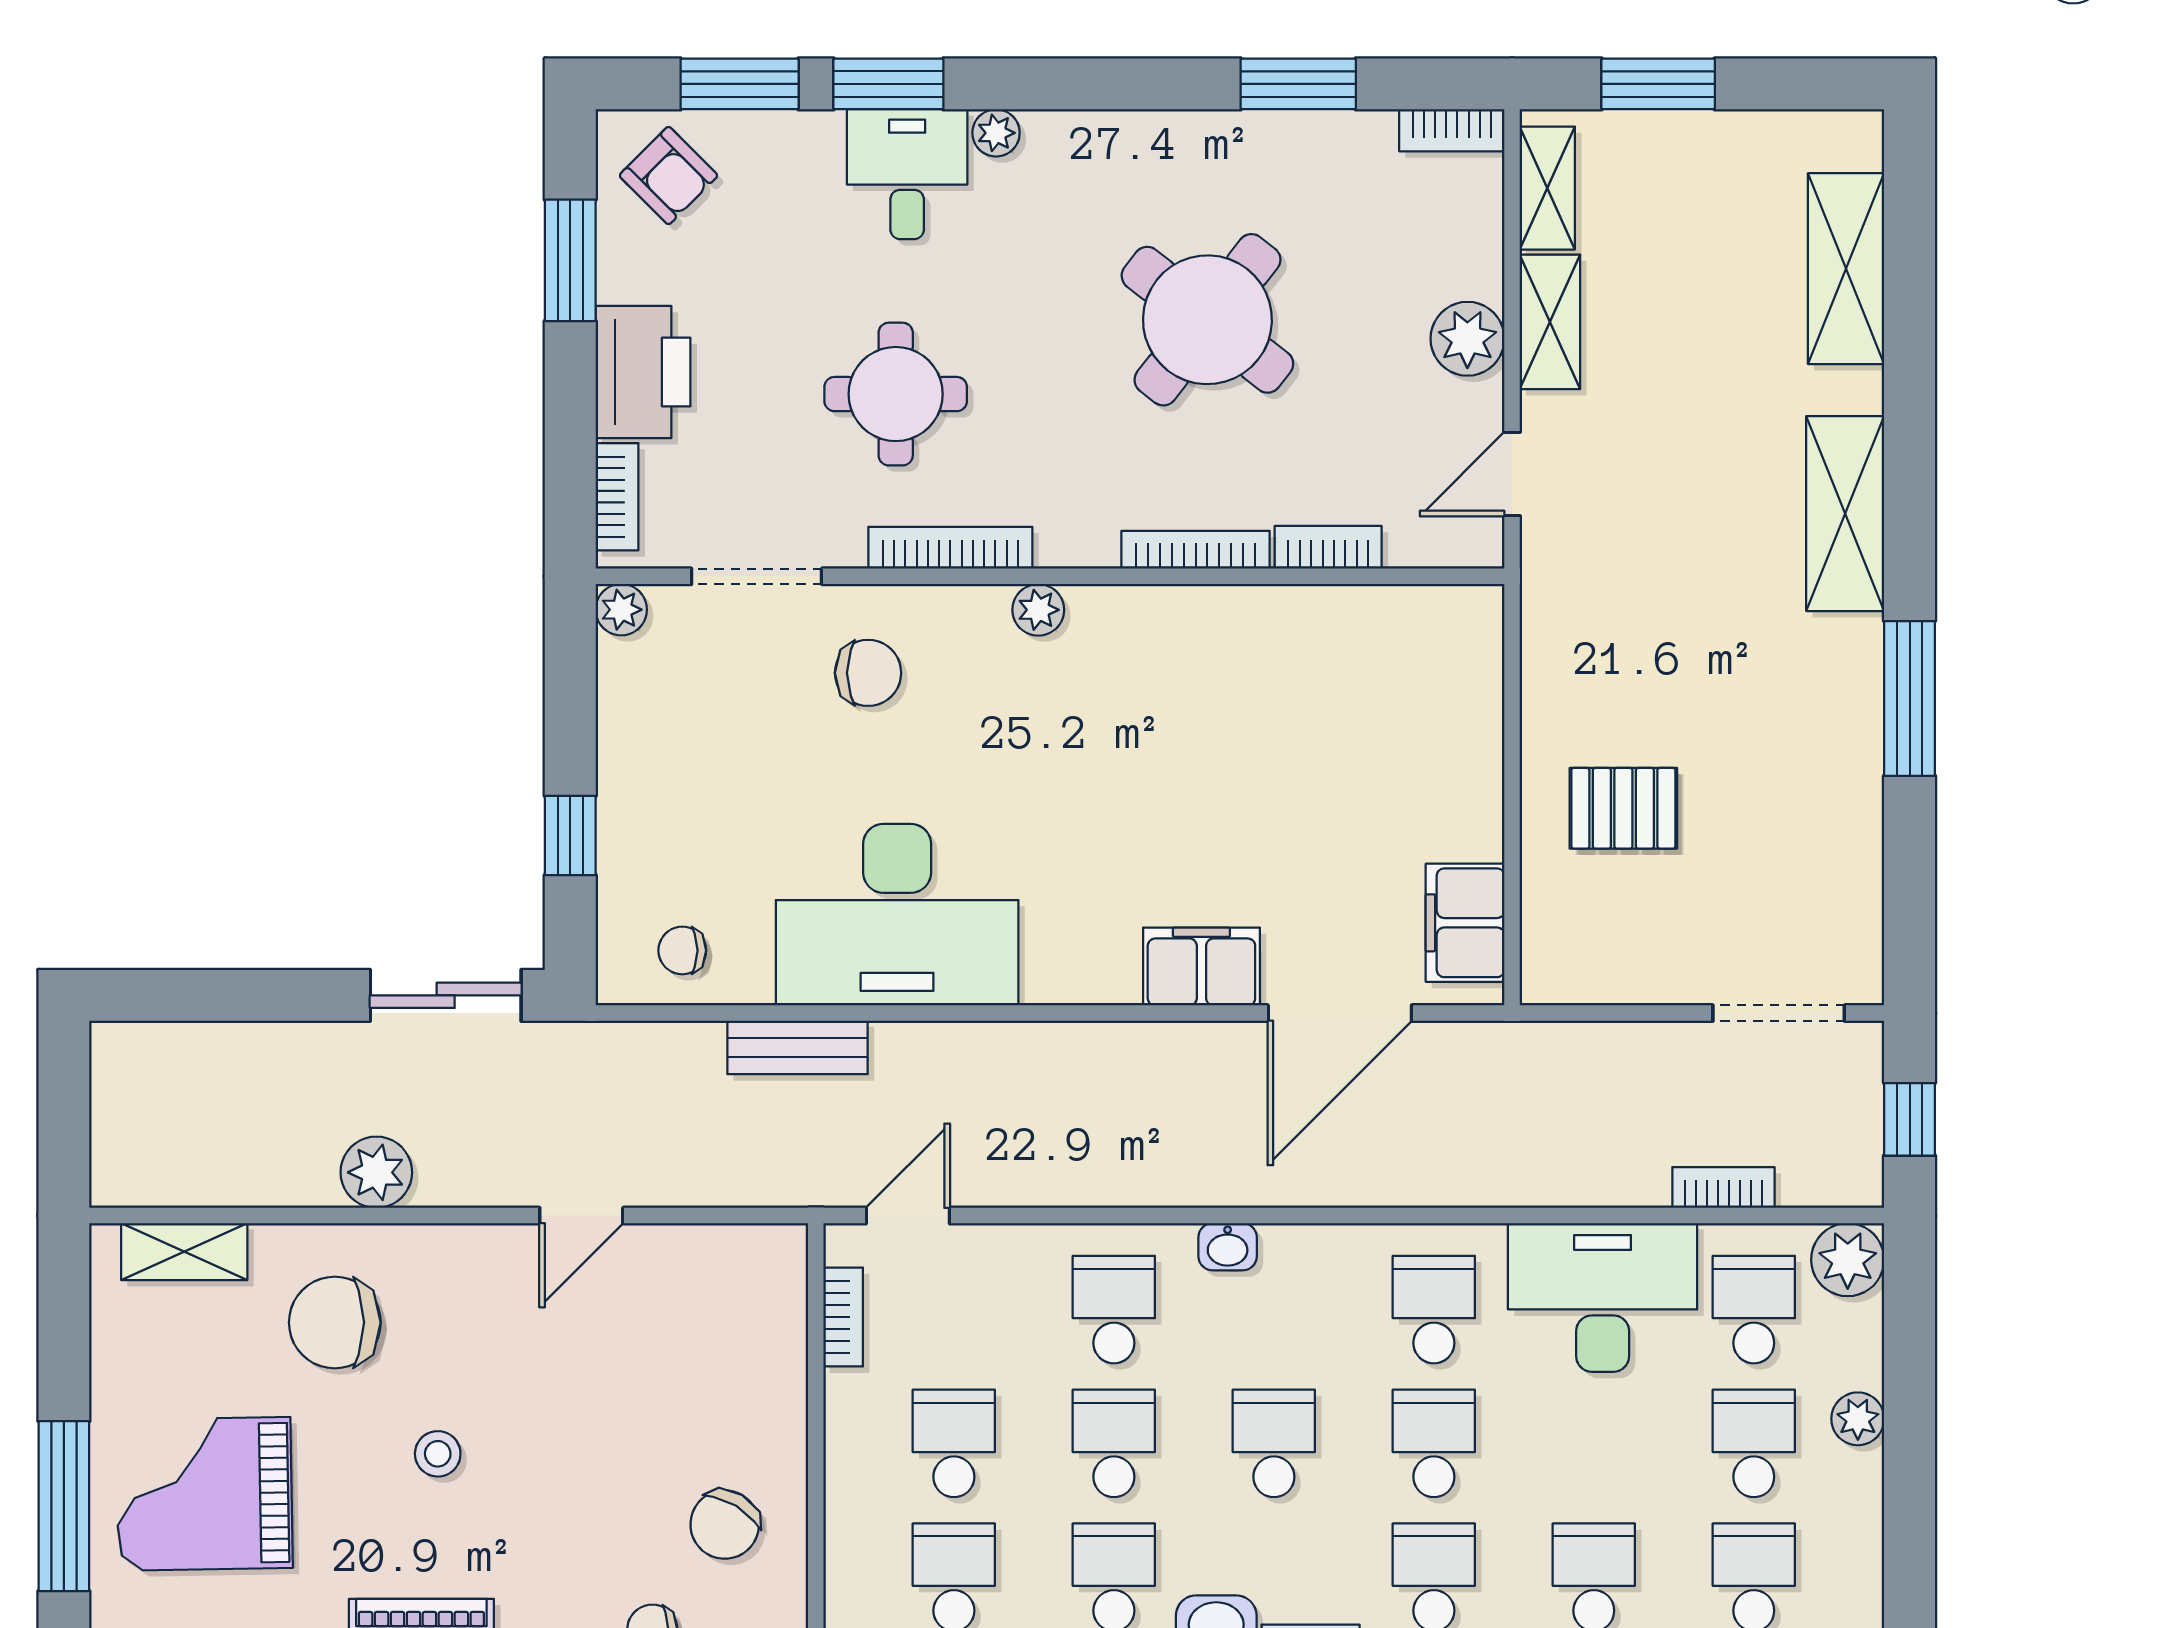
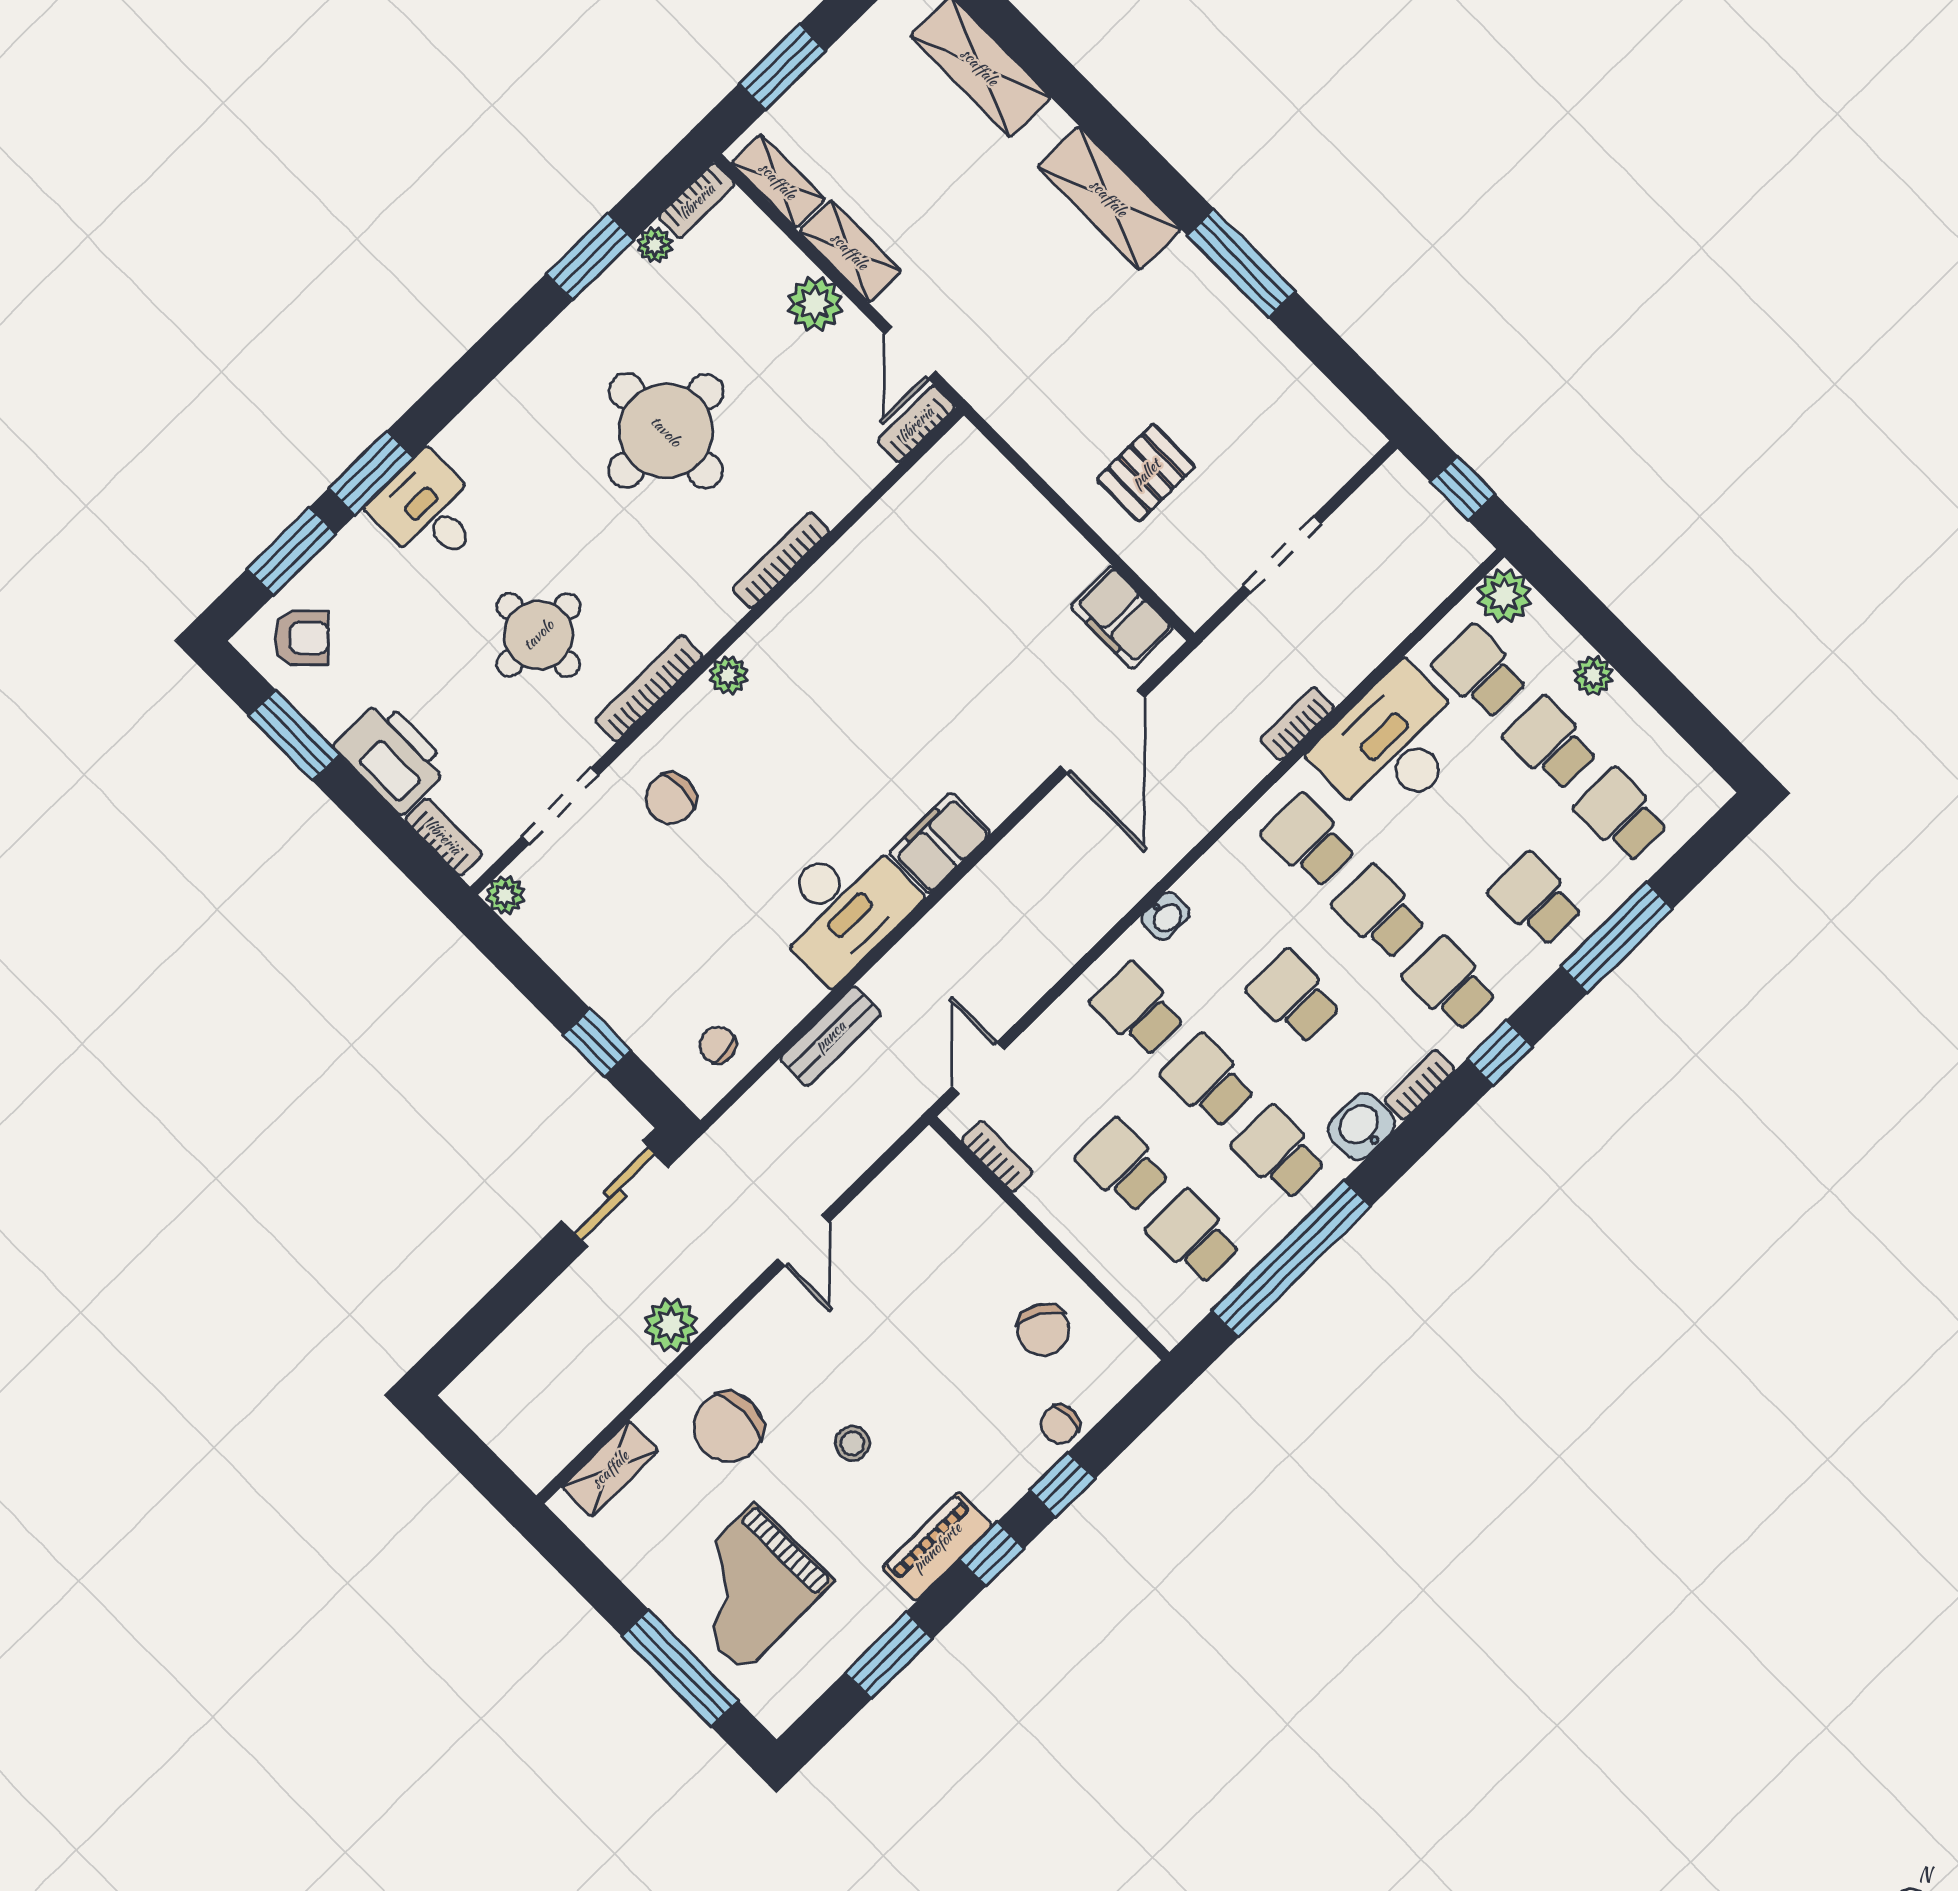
plant: (996, 133) -> (655, 245), moved
round table: (1207, 320) -> (666, 431), turned -38
bookcase: (1328, 547) -> (916, 424), moved
chair: (868, 673) -> (671, 799), turned 180
desk: (897, 915) -> (842, 907), width x0.73, depth x0.77
chair: (682, 950) -> (718, 1045), turned 83
filing cabinet: (1201, 967) -> (940, 843), moved
doorway: (1779, 1013) -> (1282, 554), moved
bookcase: (1723, 1188) -> (1297, 724), moved

